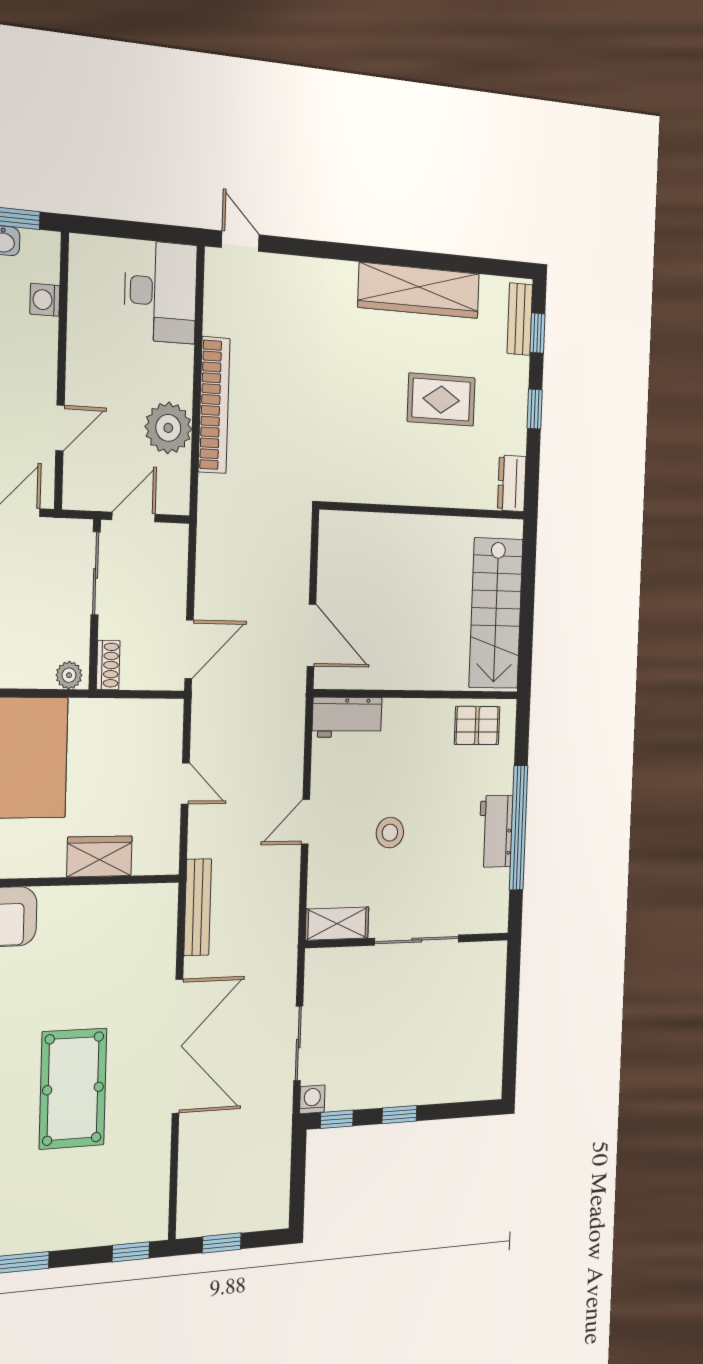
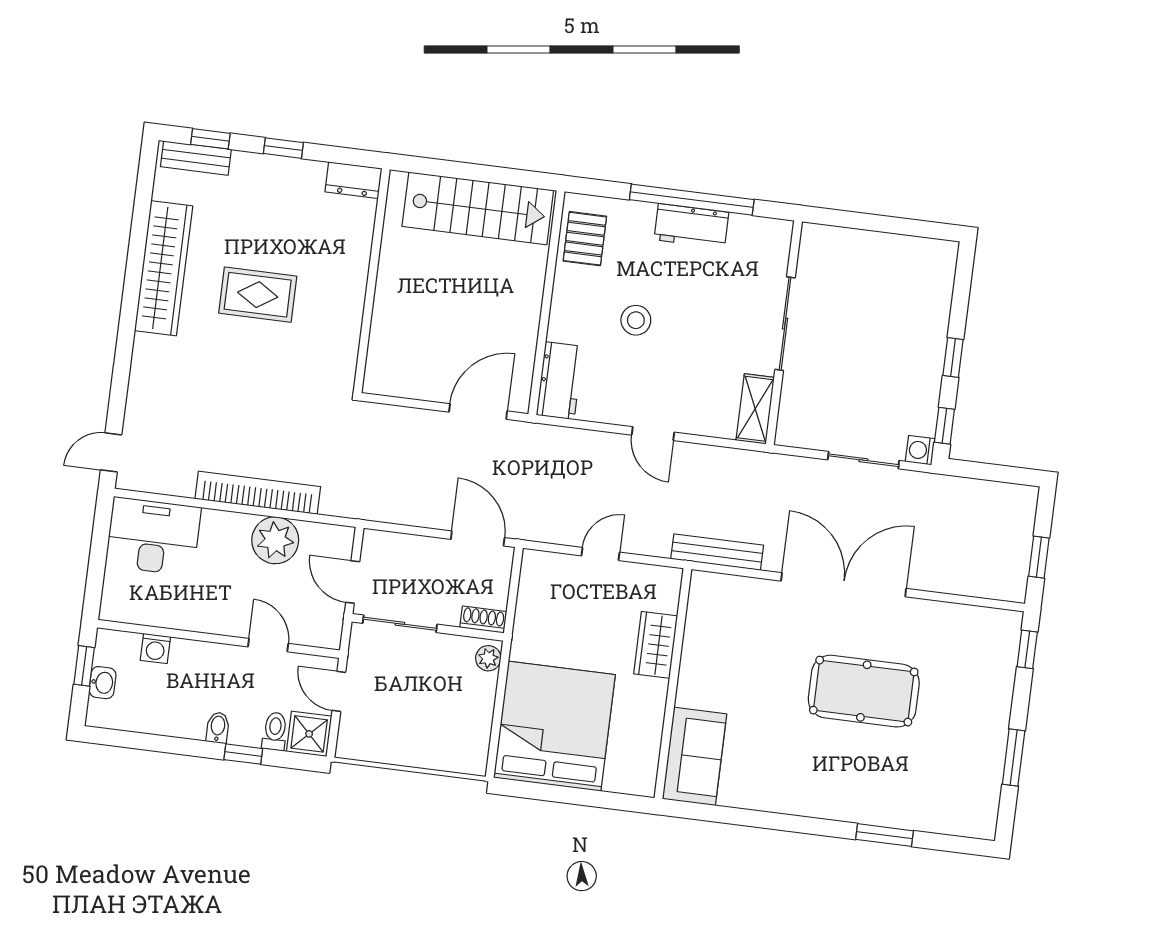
rug: (441, 400) -> (258, 295), moved, turned 90
stool: (390, 833) -> (636, 320), moved

